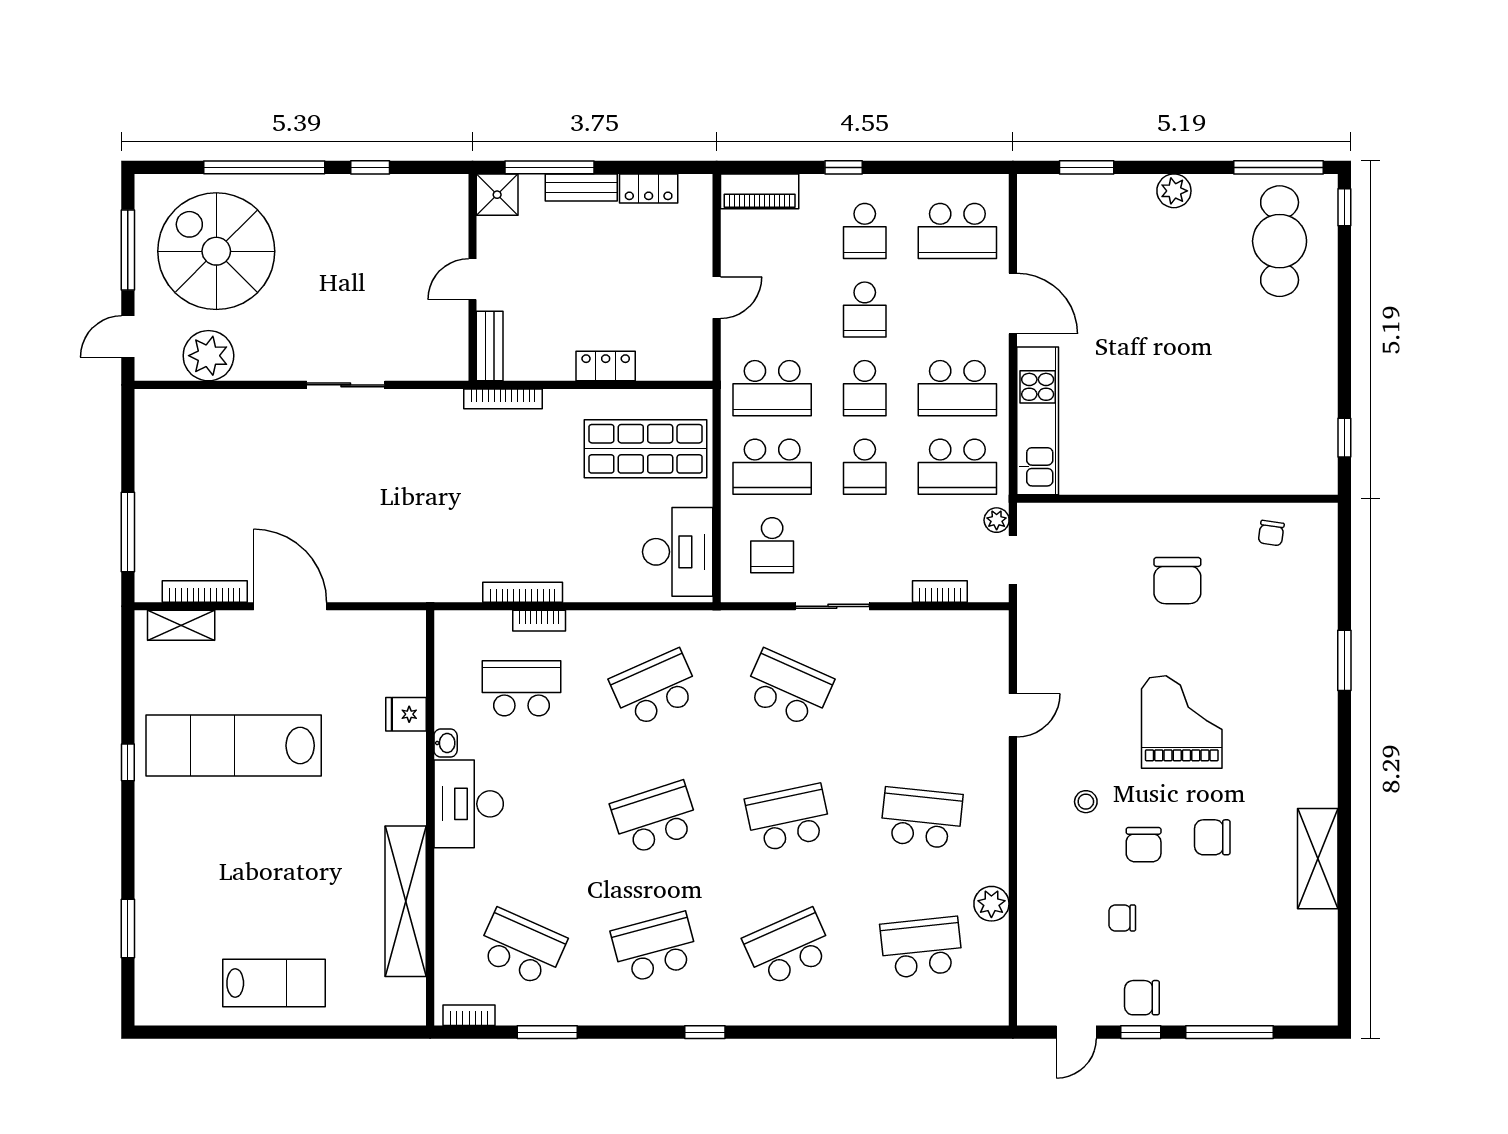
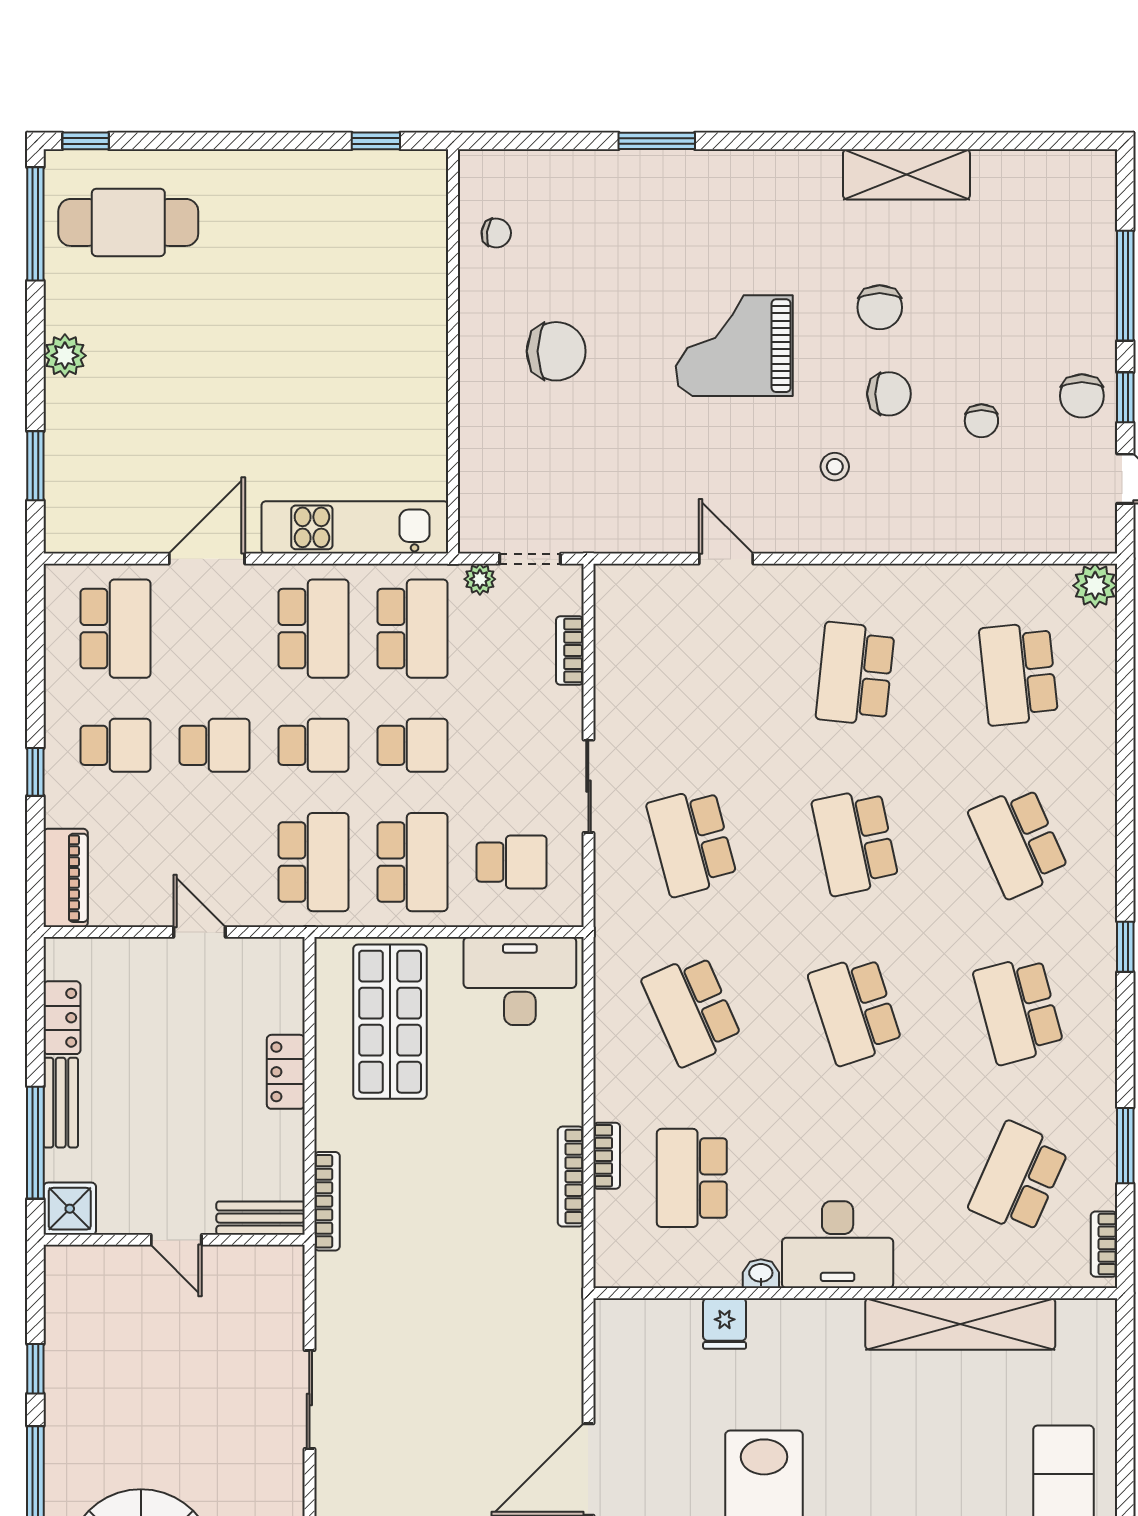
school desk: (788, 688) -> (692, 842), turned -39
plant: (991, 904) -> (1095, 586), moved

